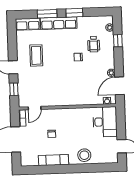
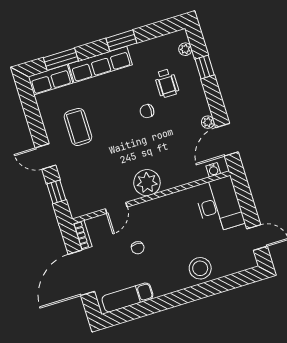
window: (47, 14) -> (61, 59), moved
plant: (67, 98) -> (147, 183), added
door: (35, 108) -> (116, 208), moved
exam couch: (54, 160) -> (127, 297), moved

